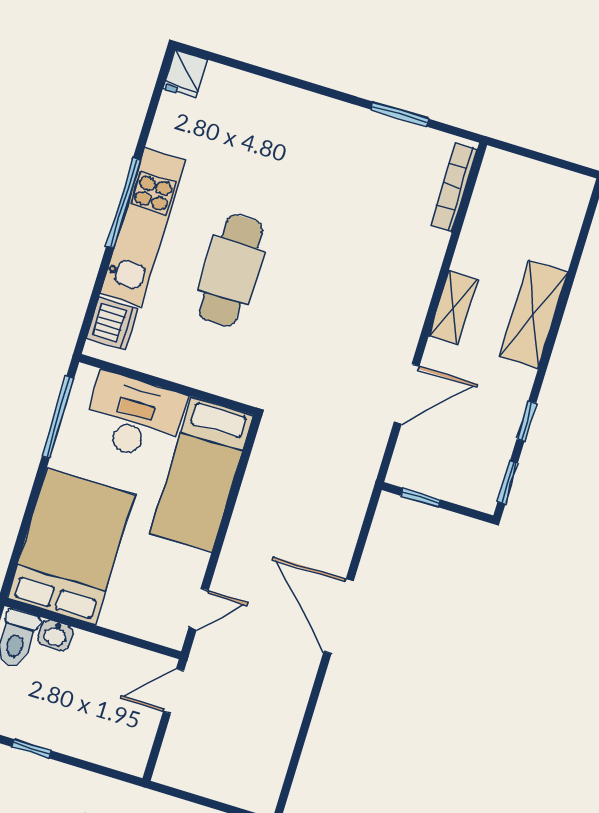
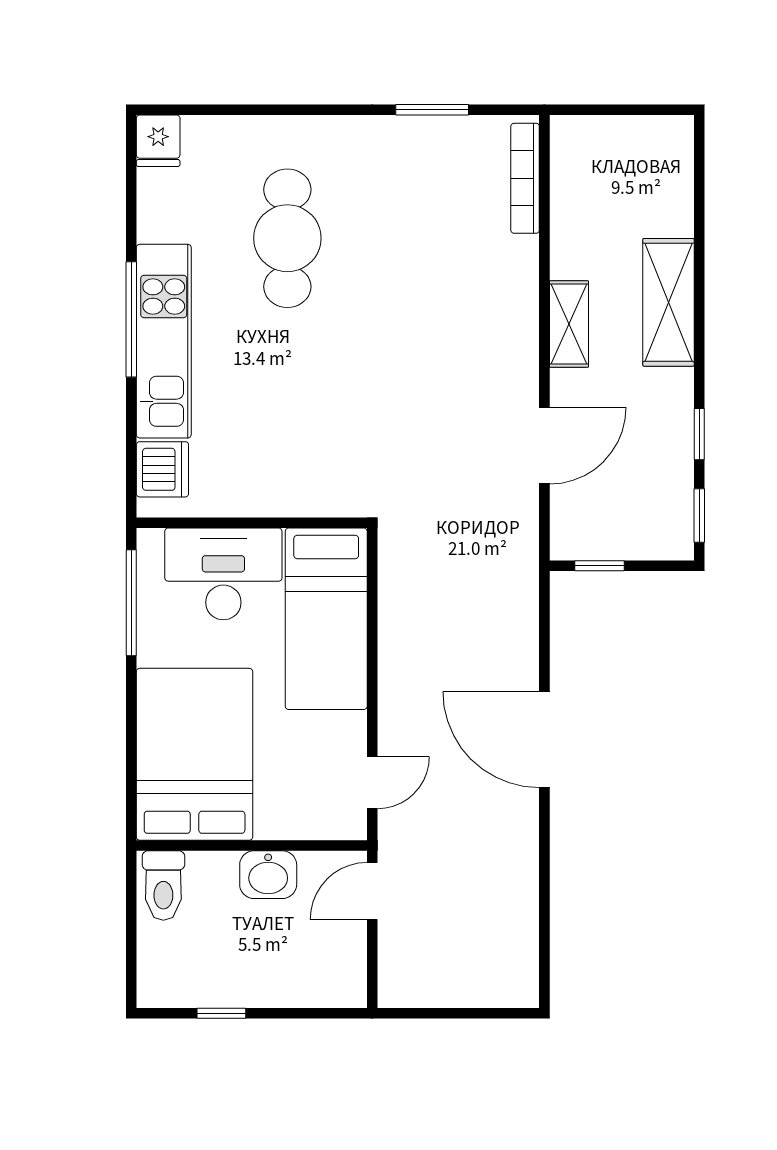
cafe table: (231, 270) -> (287, 238), moved
washbasin: (55, 635) -> (268, 875), moved, width x1.38, depth x1.45

